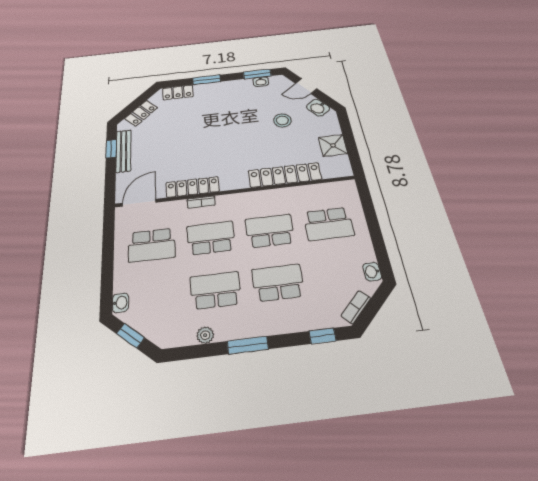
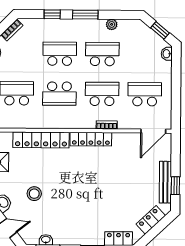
locker: (193, 187) -> (91, 139), moved
school desk: (211, 238) -> (102, 94), turned 180
school desk: (278, 283) -> (60, 54), turned 180
school desk: (215, 290) -> (102, 54), turned 180
window: (322, 336) -> (52, 14), moved

